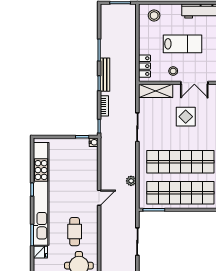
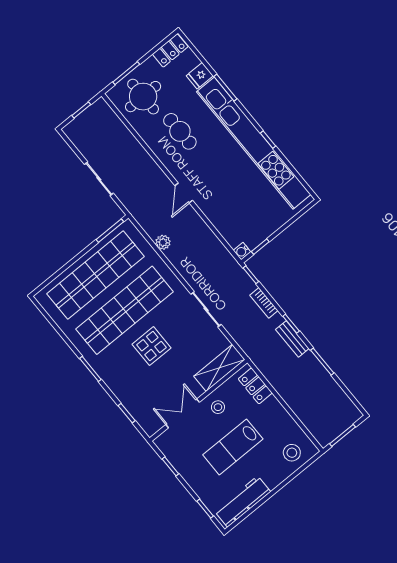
bench: (105, 75) -> (292, 339), width x0.73
display table: (186, 117) -> (151, 346), moved

